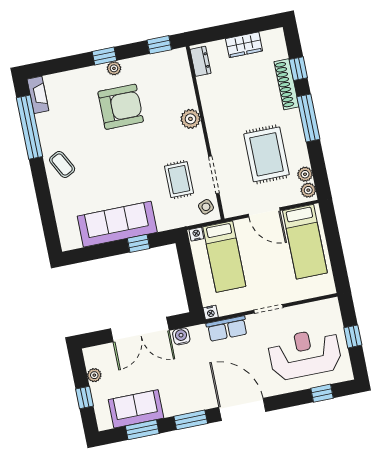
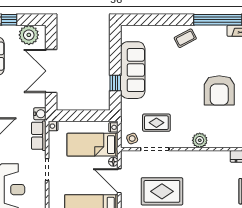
door: (264, 212) -> (119, 181), hinge flipped
floor lamp: (241, 225) -> (113, 162), added
water cooler: (181, 336) -> (40, 114), moved
plant: (94, 375) -> (29, 35), width x1.88, depth x1.88

